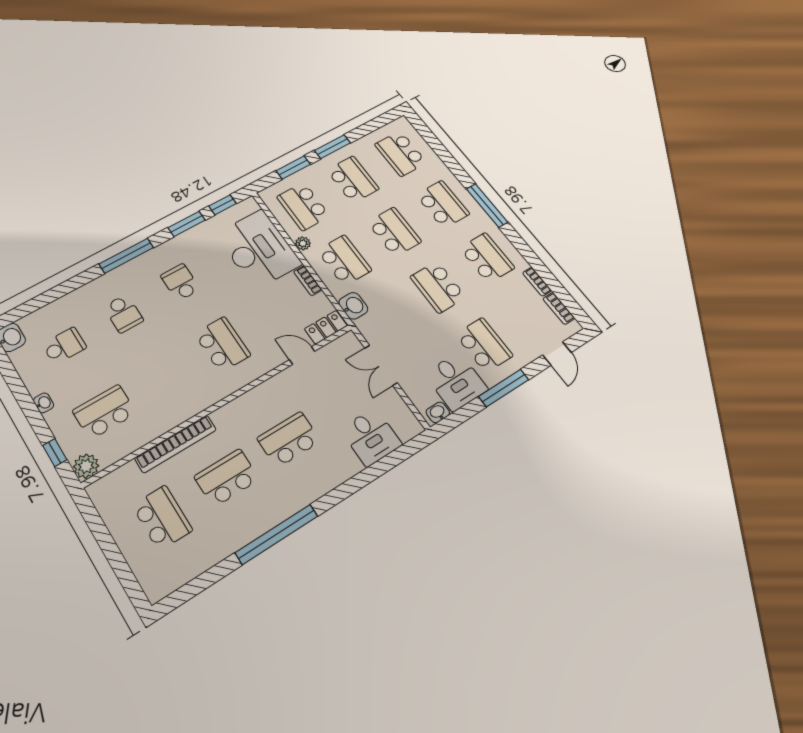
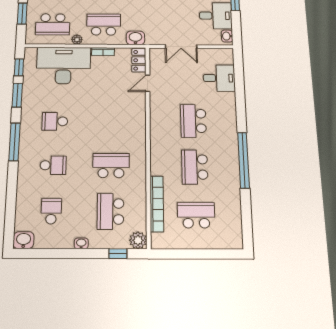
school desk: (222, 344) -> (111, 166), moved
bookcase: (176, 444) -> (157, 204), moved

